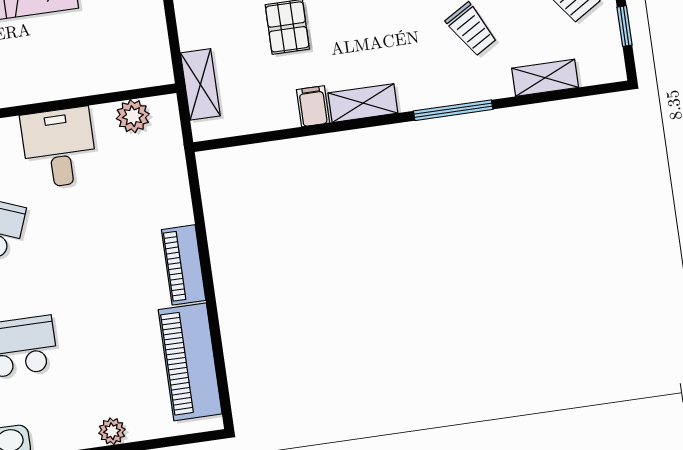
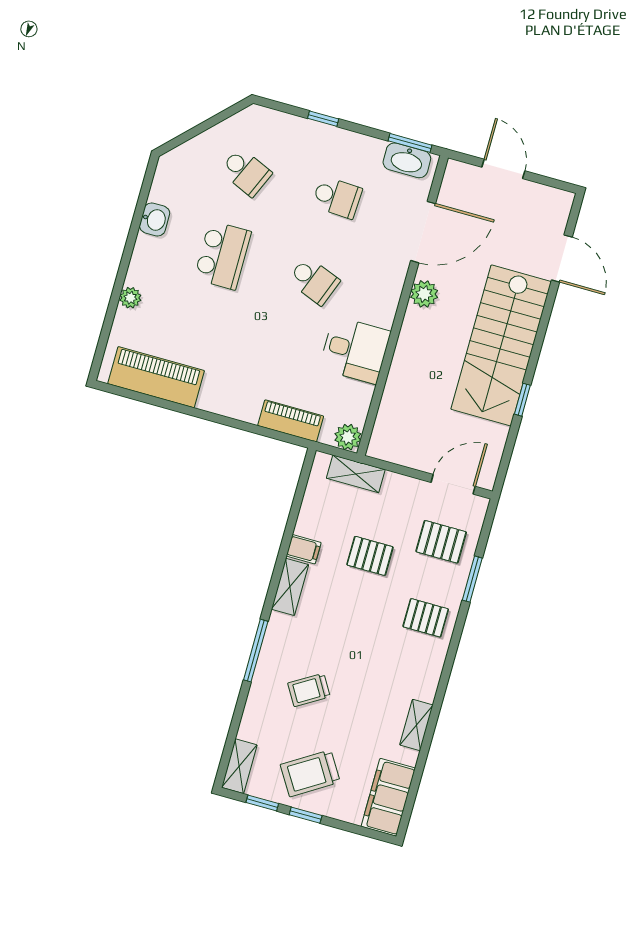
shelving: (545, 78) -> (239, 766), moved
plant: (133, 116) -> (348, 437), moved
piano: (184, 265) -> (291, 421), moved

